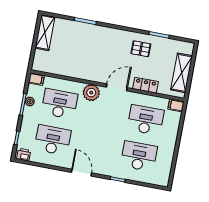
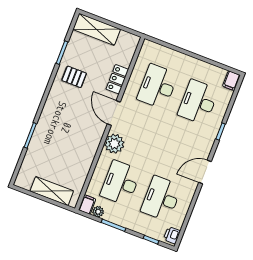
shelving: (45, 33) -> (52, 191), moved
pallet: (141, 49) -> (74, 77), turned 90
shelving: (182, 73) -> (97, 29), moved
plant: (30, 102) -> (98, 212), moved
filing cabinet: (176, 105) -> (231, 81), moved

